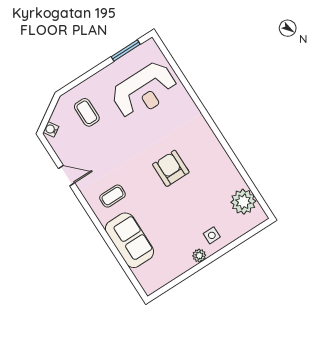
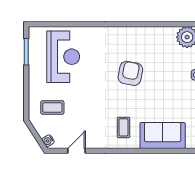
armchair: (171, 168) -> (130, 73), turned 101
door: (66, 176) -> (76, 151), moved

